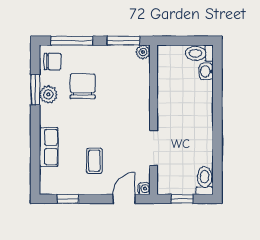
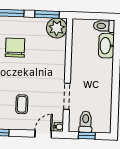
plant: (143, 52) -> (57, 28), width x1.88, depth x1.88
washbasin: (206, 71) -> (106, 46), width x1.91, depth x1.45
toilet: (205, 181) -> (86, 122), moved

